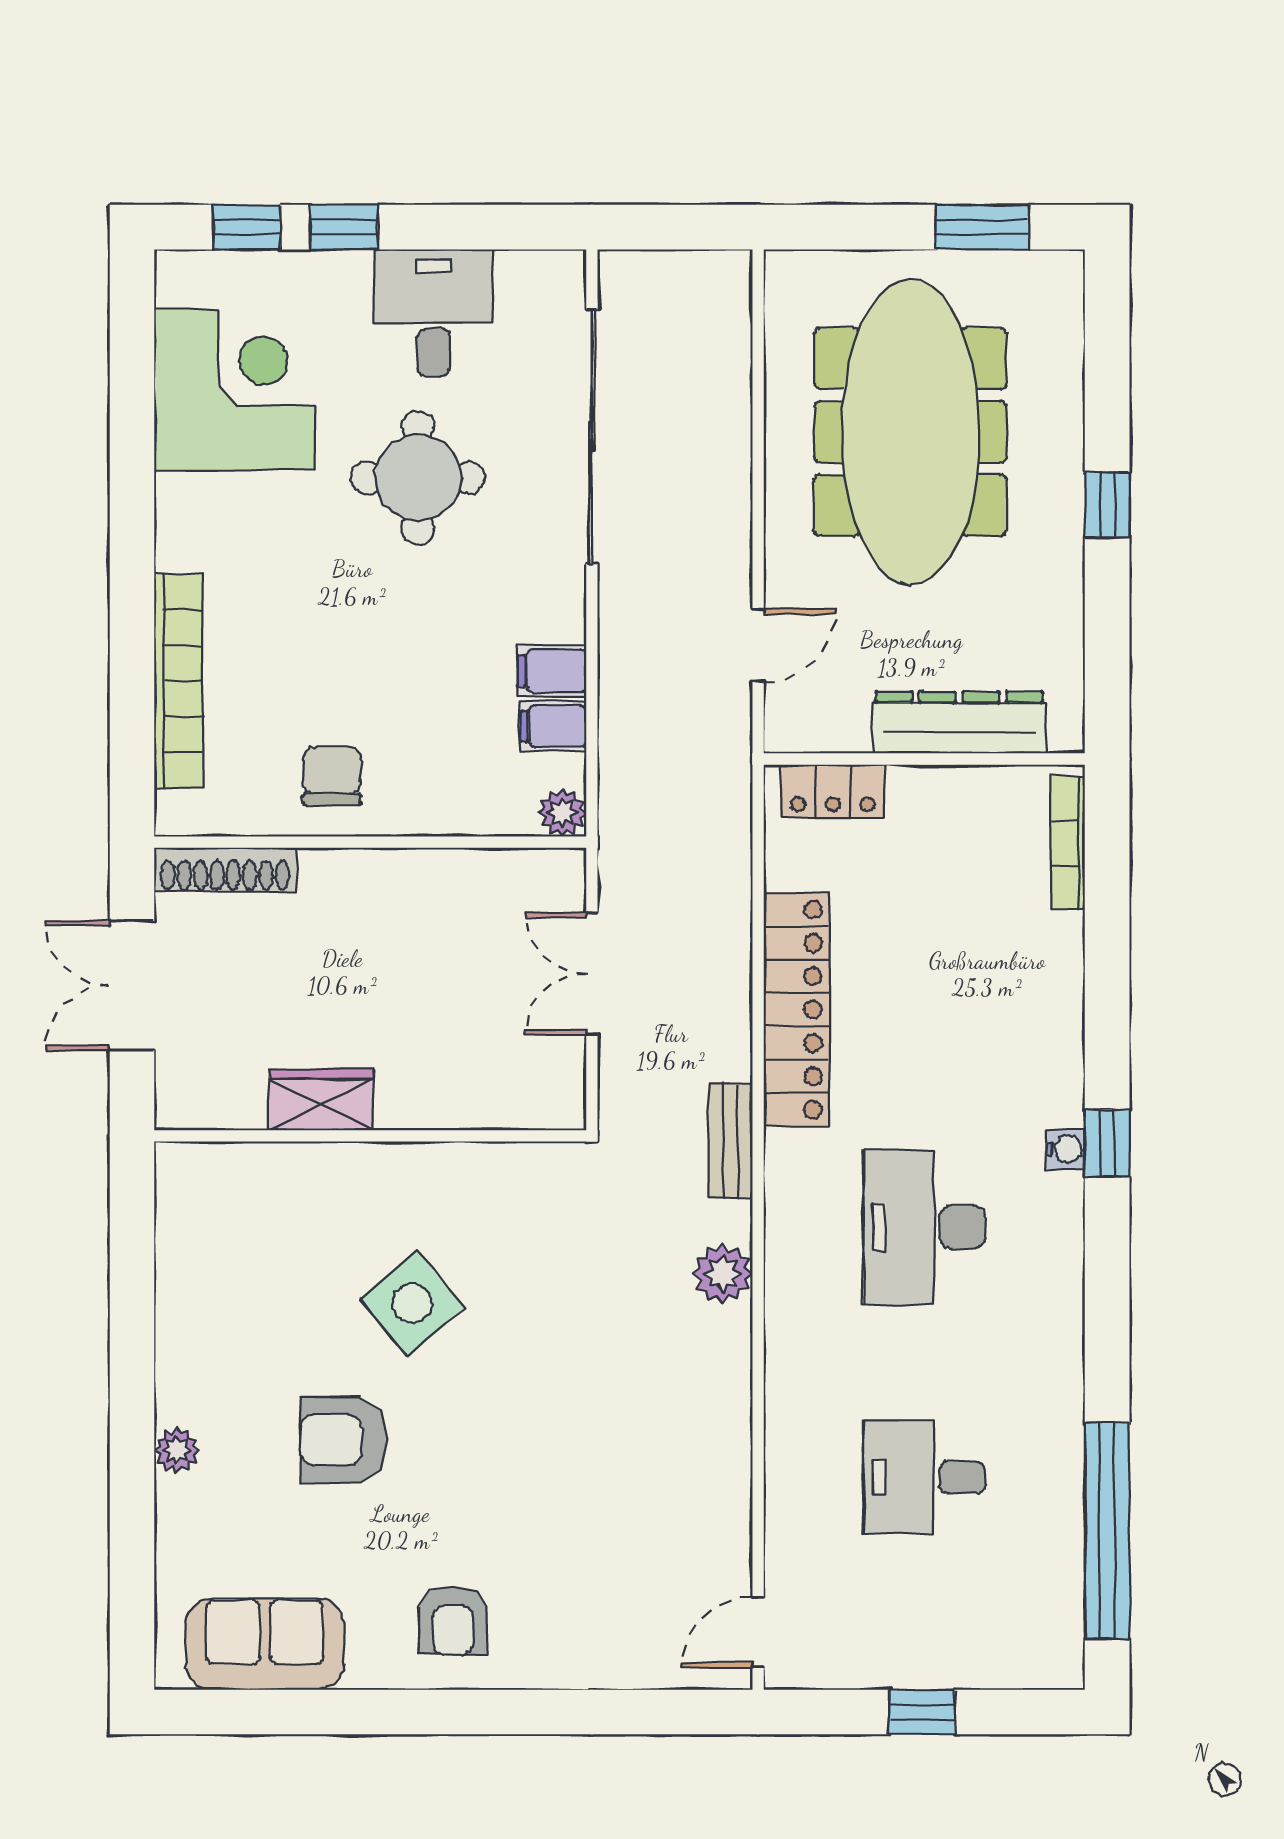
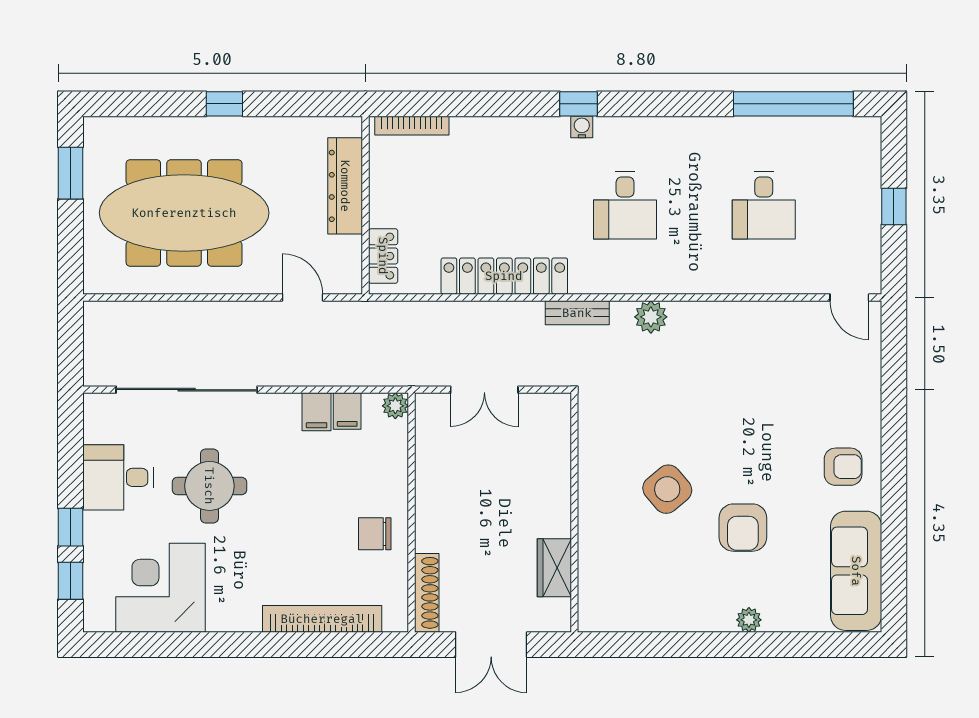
wardrobe: (321, 1100) -> (554, 568), moved
desk: (924, 1227) -> (625, 205), width x0.73
sofa: (265, 1644) -> (856, 571), width x1.36

